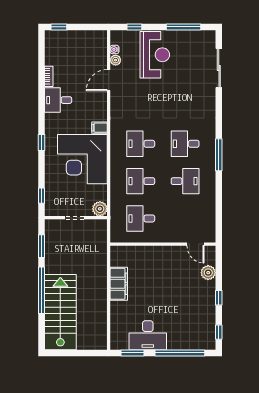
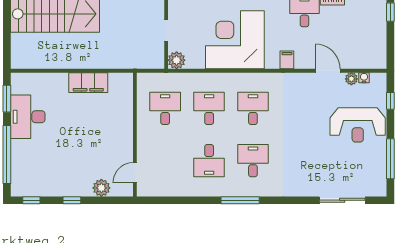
filing cabinet: (100, 128) -> (287, 60), moved

